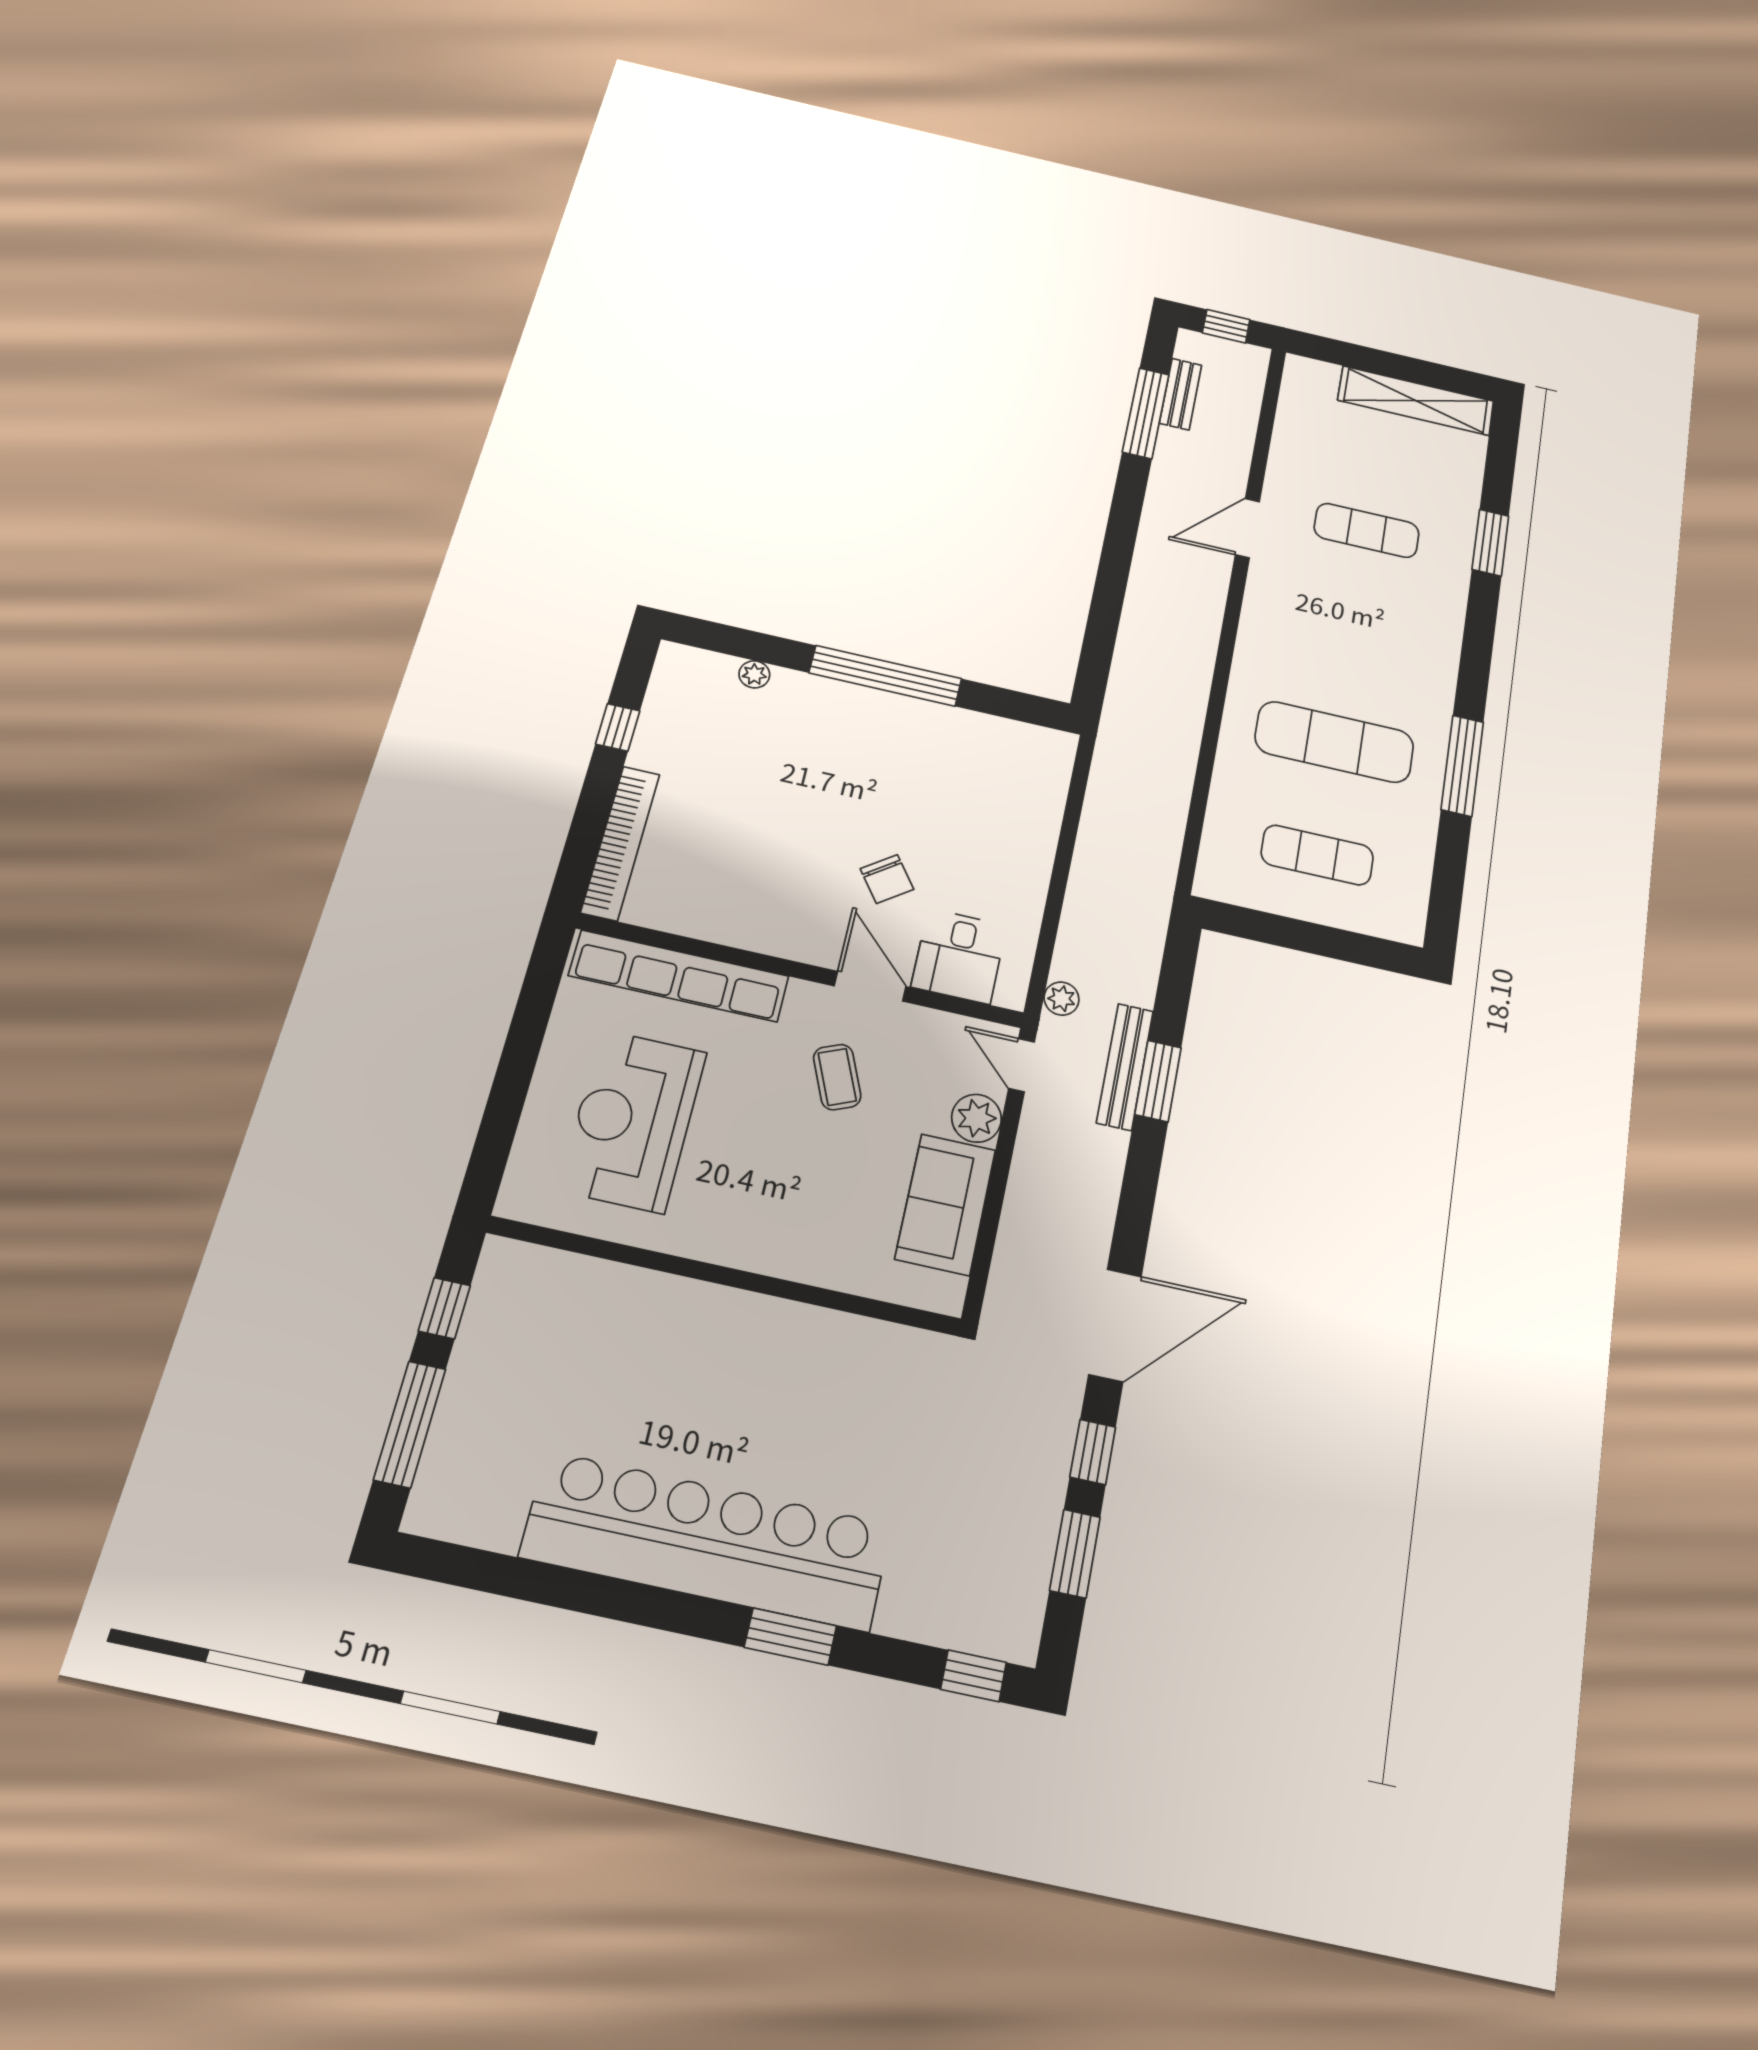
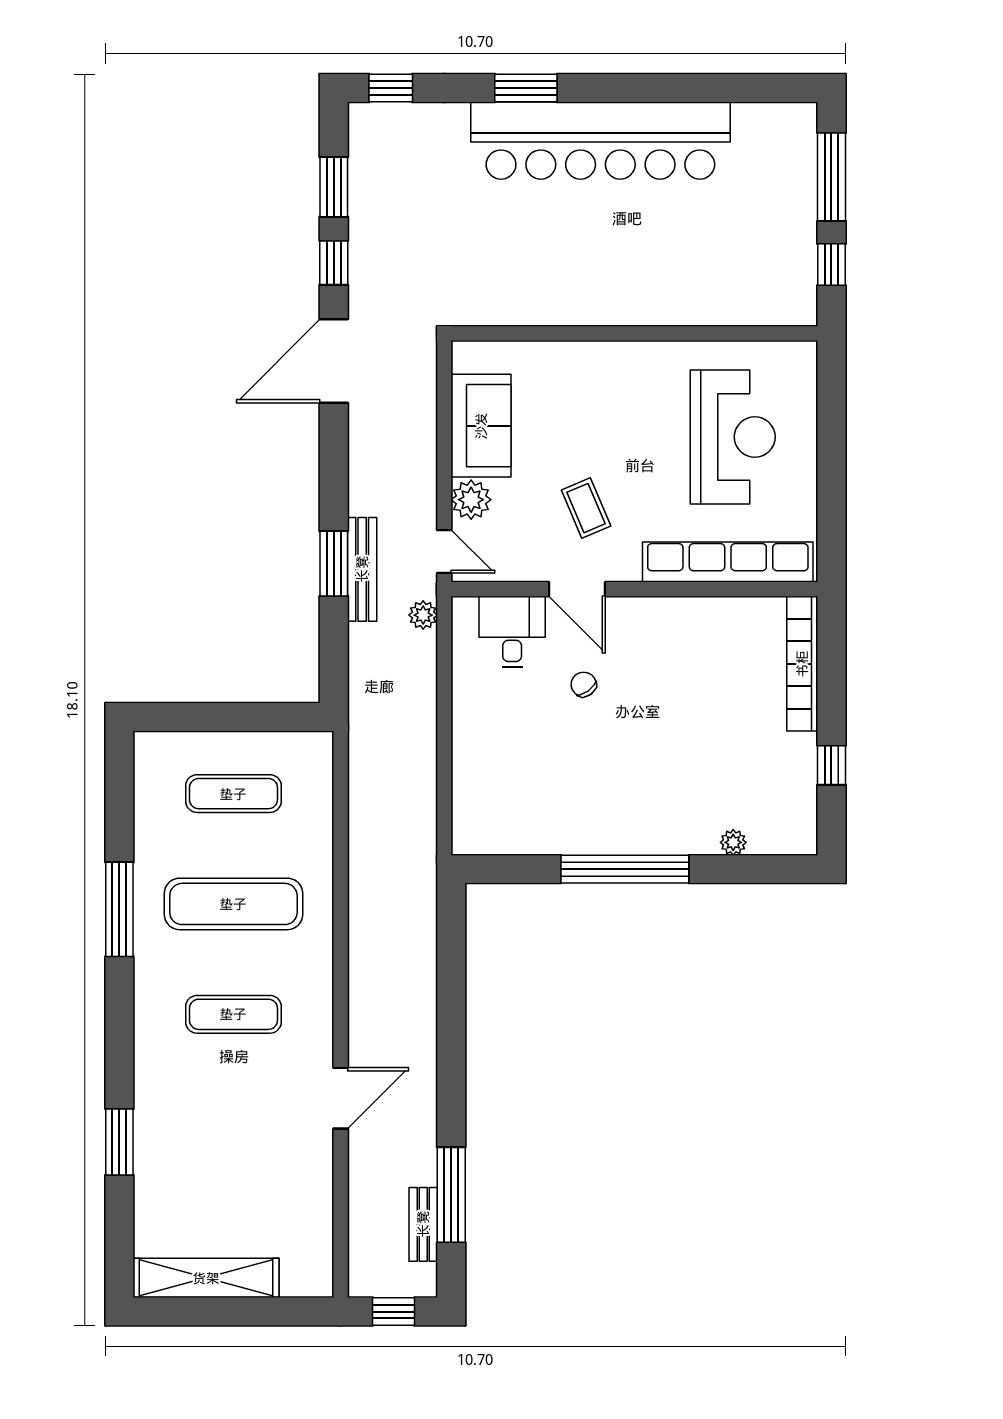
exercise mat: (1367, 530) -> (233, 1014), moved
chair: (887, 879) -> (584, 684), width x0.73, depth x0.73

